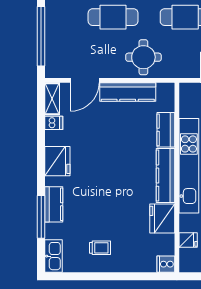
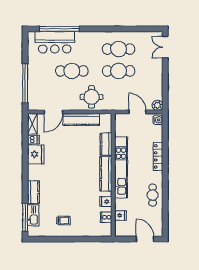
fridge: (57, 161) -> (36, 154), moved
window: (41, 217) -> (25, 217), moved
fridge: (162, 219) -> (106, 202), width x0.53, depth x0.75
kitchen sink: (54, 256) -> (33, 215), moved
cooker: (166, 264) -> (106, 217), moved

